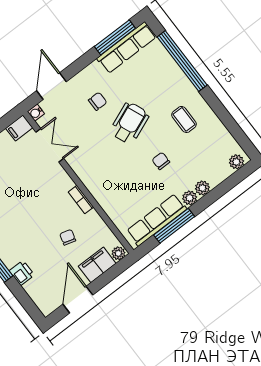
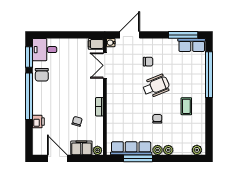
row of seats: (127, 48) -> (192, 45), width x0.68
double door: (50, 145) -> (105, 65), swing flipped
door: (78, 300) -> (57, 158), hinge flipped

